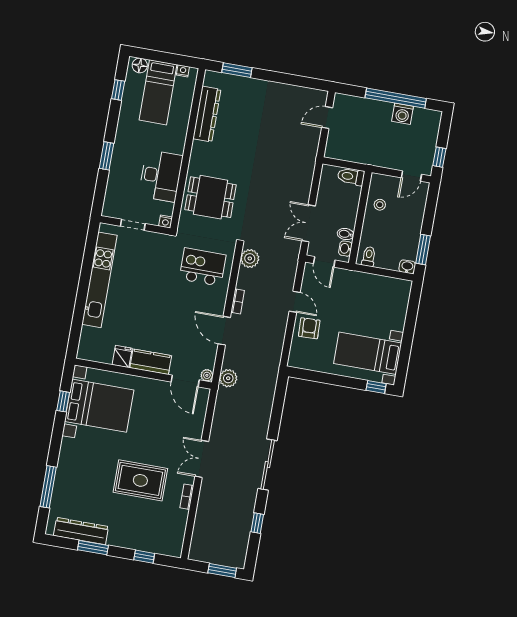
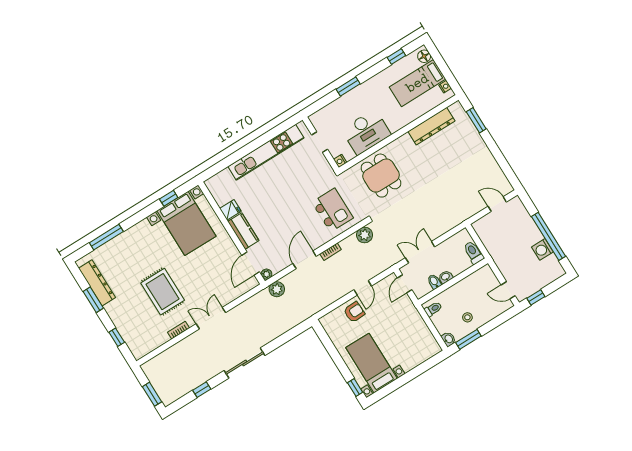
stool: (380, 205) -> (467, 317), moved
washbasin: (345, 249) -> (446, 277), moved

